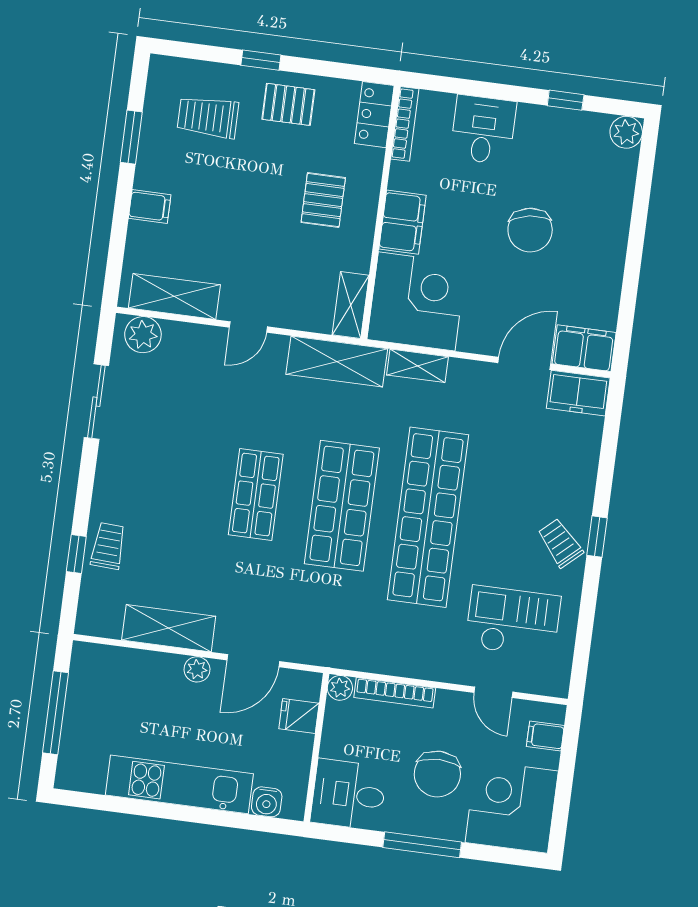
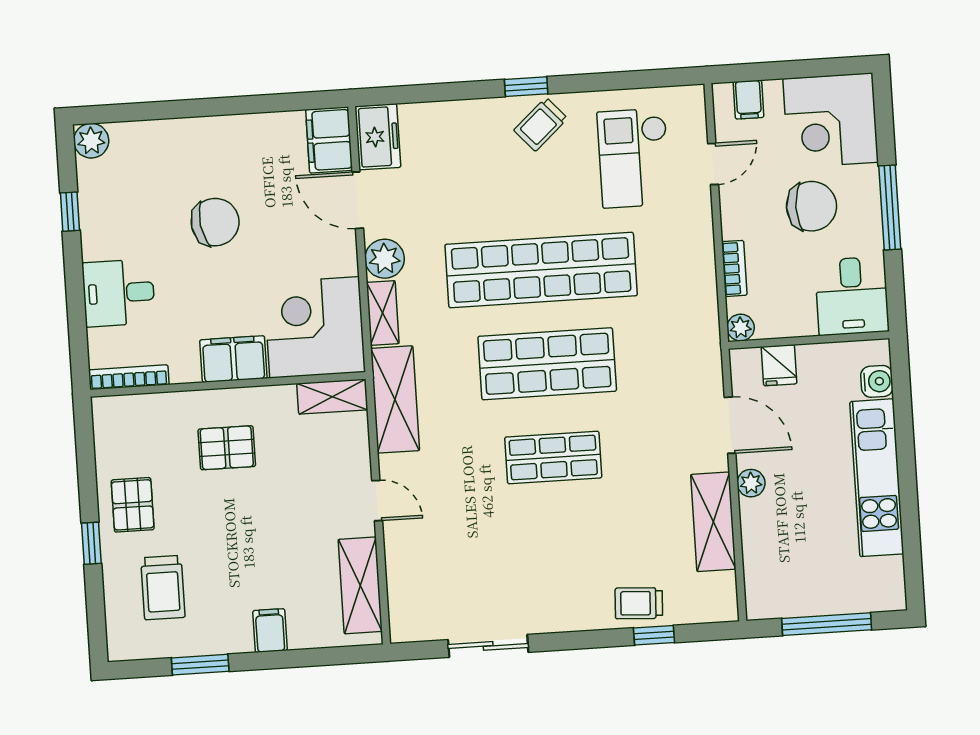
locker: (374, 115) -> (125, 412), removed
plant: (143, 335) -> (385, 259), moved
bookcase: (395, 693) -> (734, 268), width x0.64

